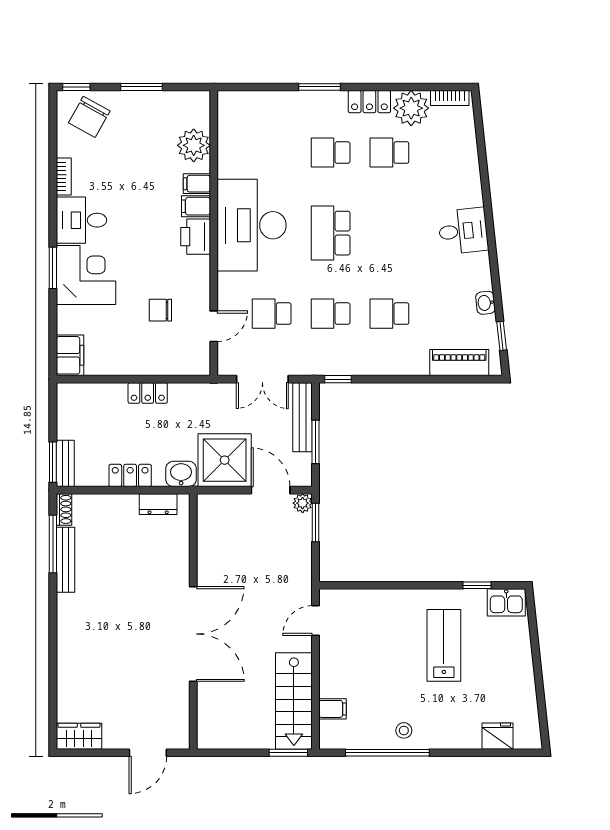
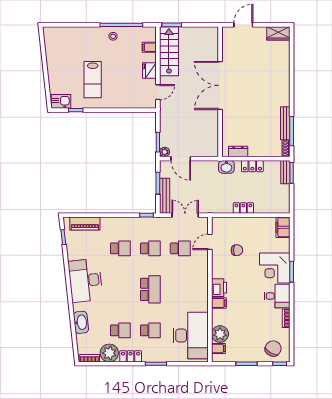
filing cabinet: (197, 184) -> (218, 348), moved
desk: (252, 225) -> (191, 335), moved
desk: (463, 231) -> (85, 280), width x1.87, depth x1.30
washbasin: (486, 303) -> (81, 322), moved, width x1.91, depth x1.45
shower: (225, 460) -> (204, 174), removed
fridge: (497, 736) -> (149, 71), moved, turned 90

